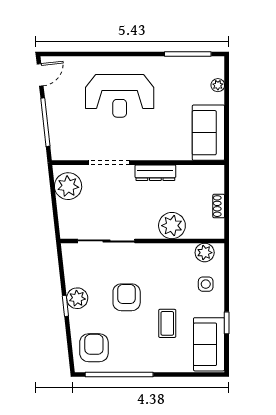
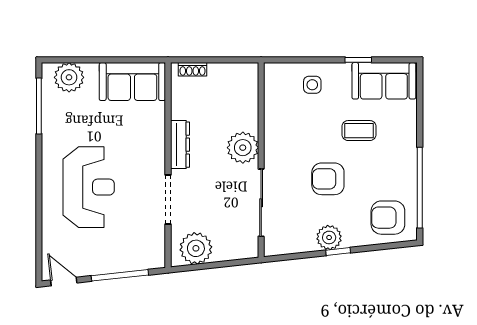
plant: (218, 85) -> (69, 77), width x1.88, depth x1.88
shoe rack: (219, 206) -> (192, 69), moved
plant: (172, 226) -> (243, 148), moved
plant: (205, 253) -> (275, 86), removed

